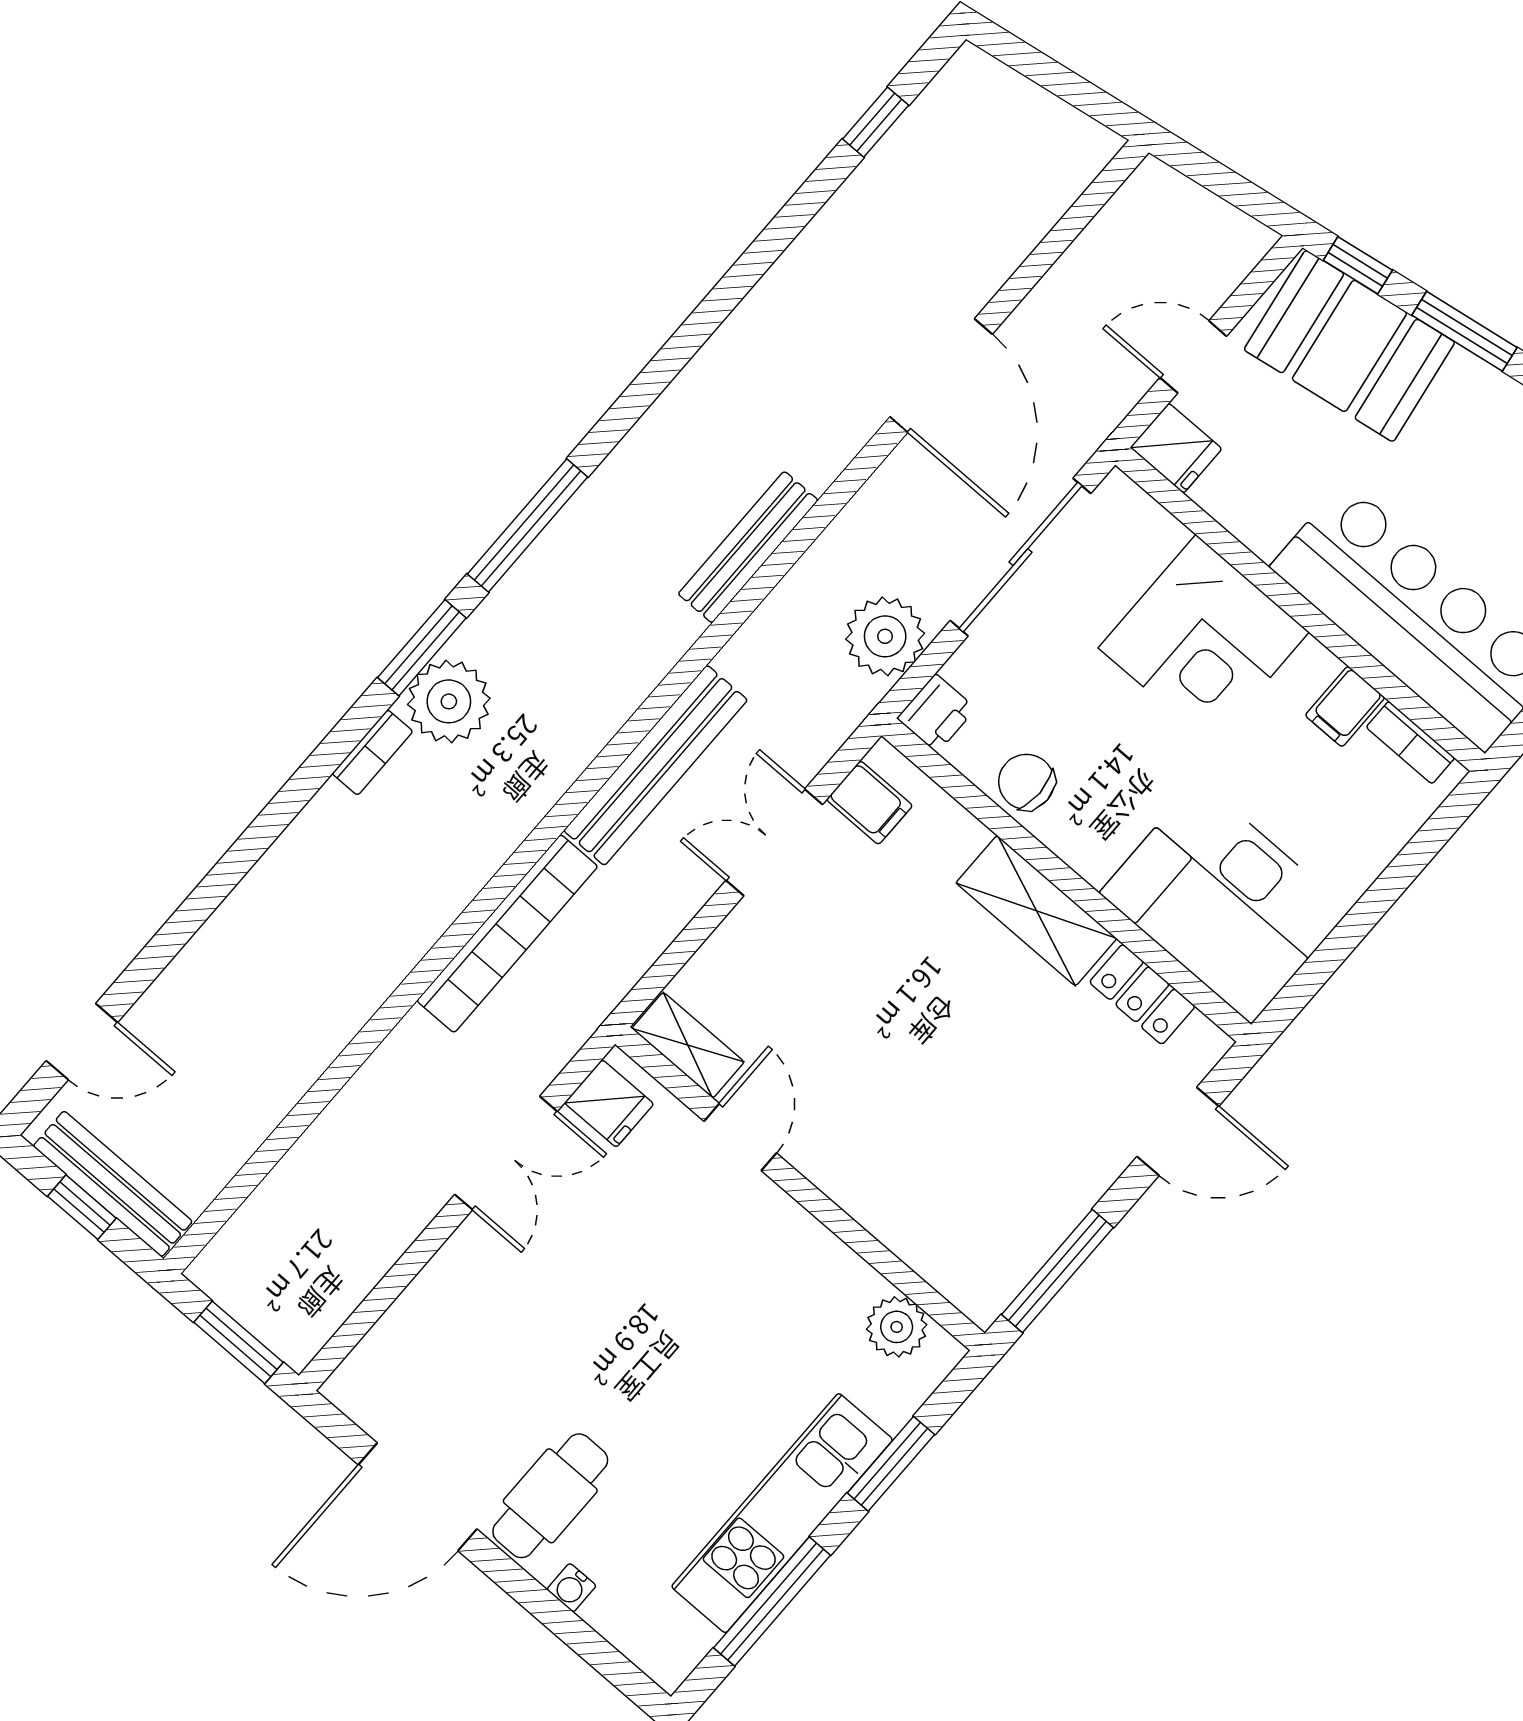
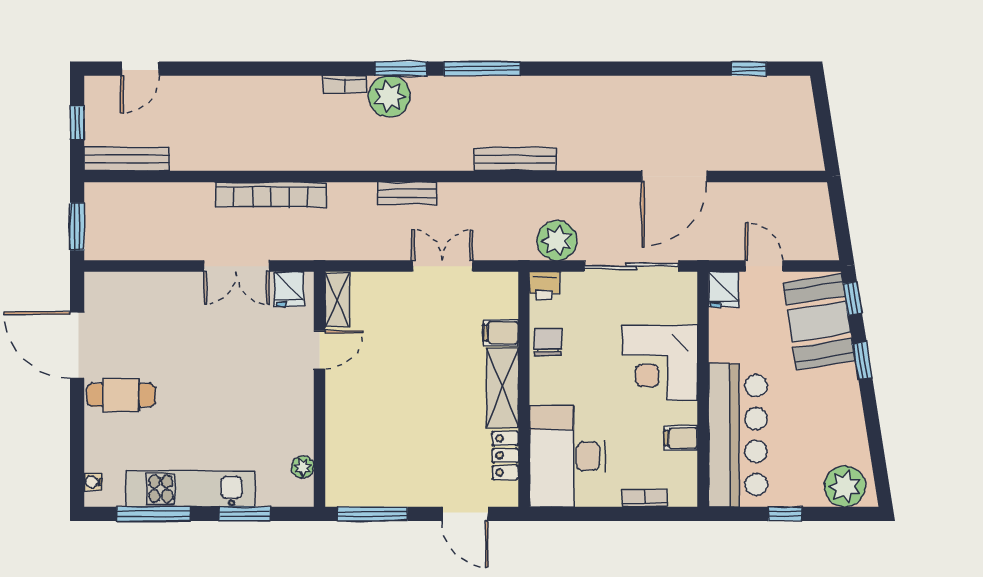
window: (1464, 331) -> (862, 361), width x0.67
bench: (748, 547) -> (515, 159), moved
bookcase: (1410, 743) -> (645, 498), moved, turned 90
bench: (656, 765) -> (407, 193), width x0.54, depth x0.82
filing cabinet: (869, 803) -> (501, 333), moved, turned 90
bookcase: (507, 934) -> (271, 195), moved
door: (82, 1042) -> (140, 69), hinge flipped
bench: (113, 1184) -> (127, 159), moved, turned 90
plant: (897, 1327) -> (303, 467), width x0.73, depth x0.73
water cooler: (571, 1588) -> (93, 482), moved

